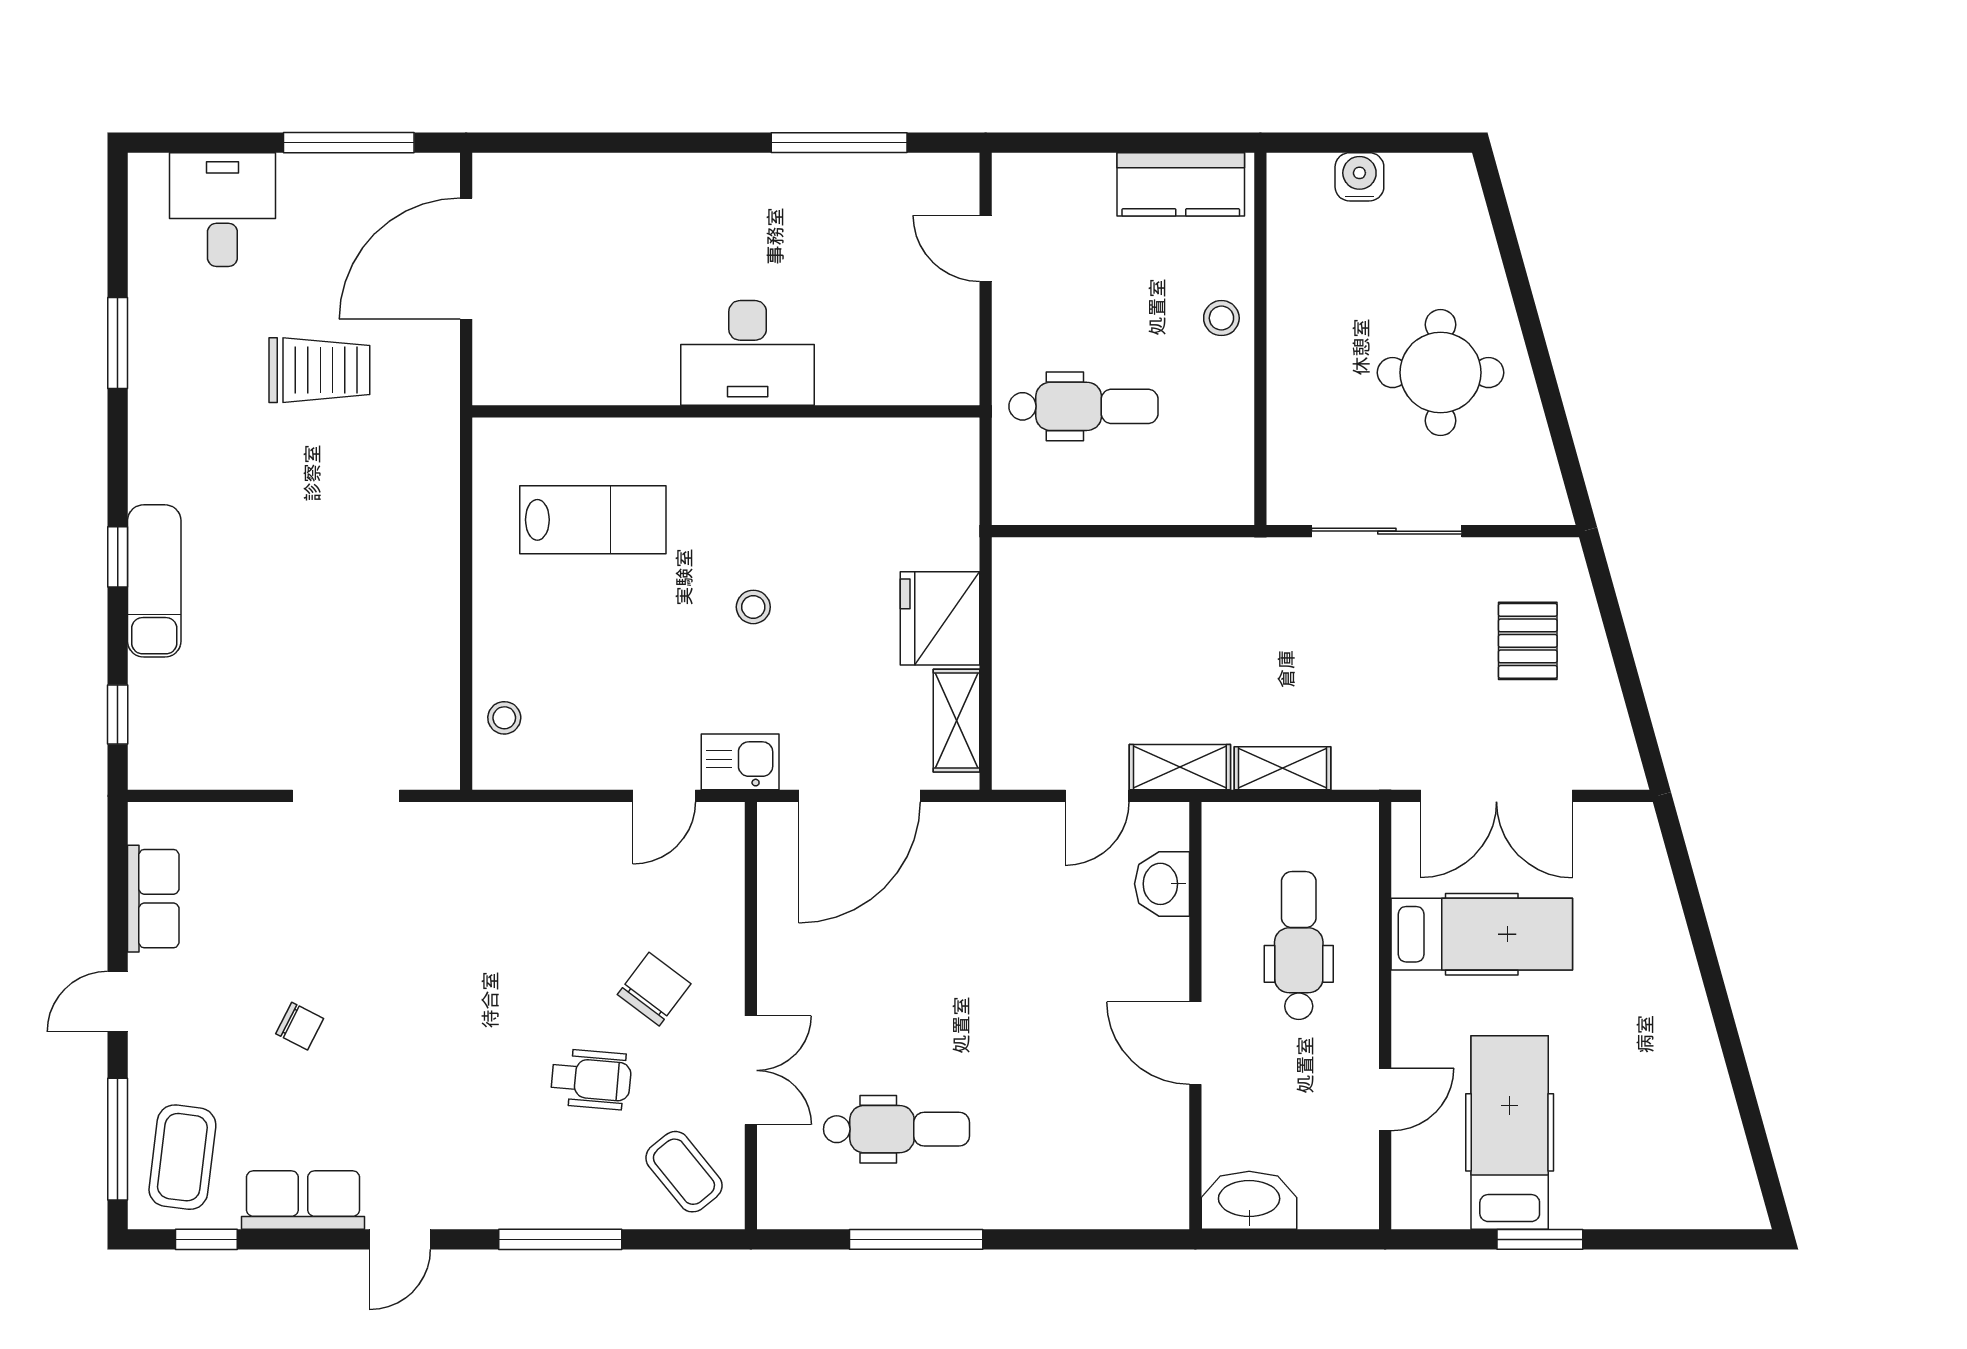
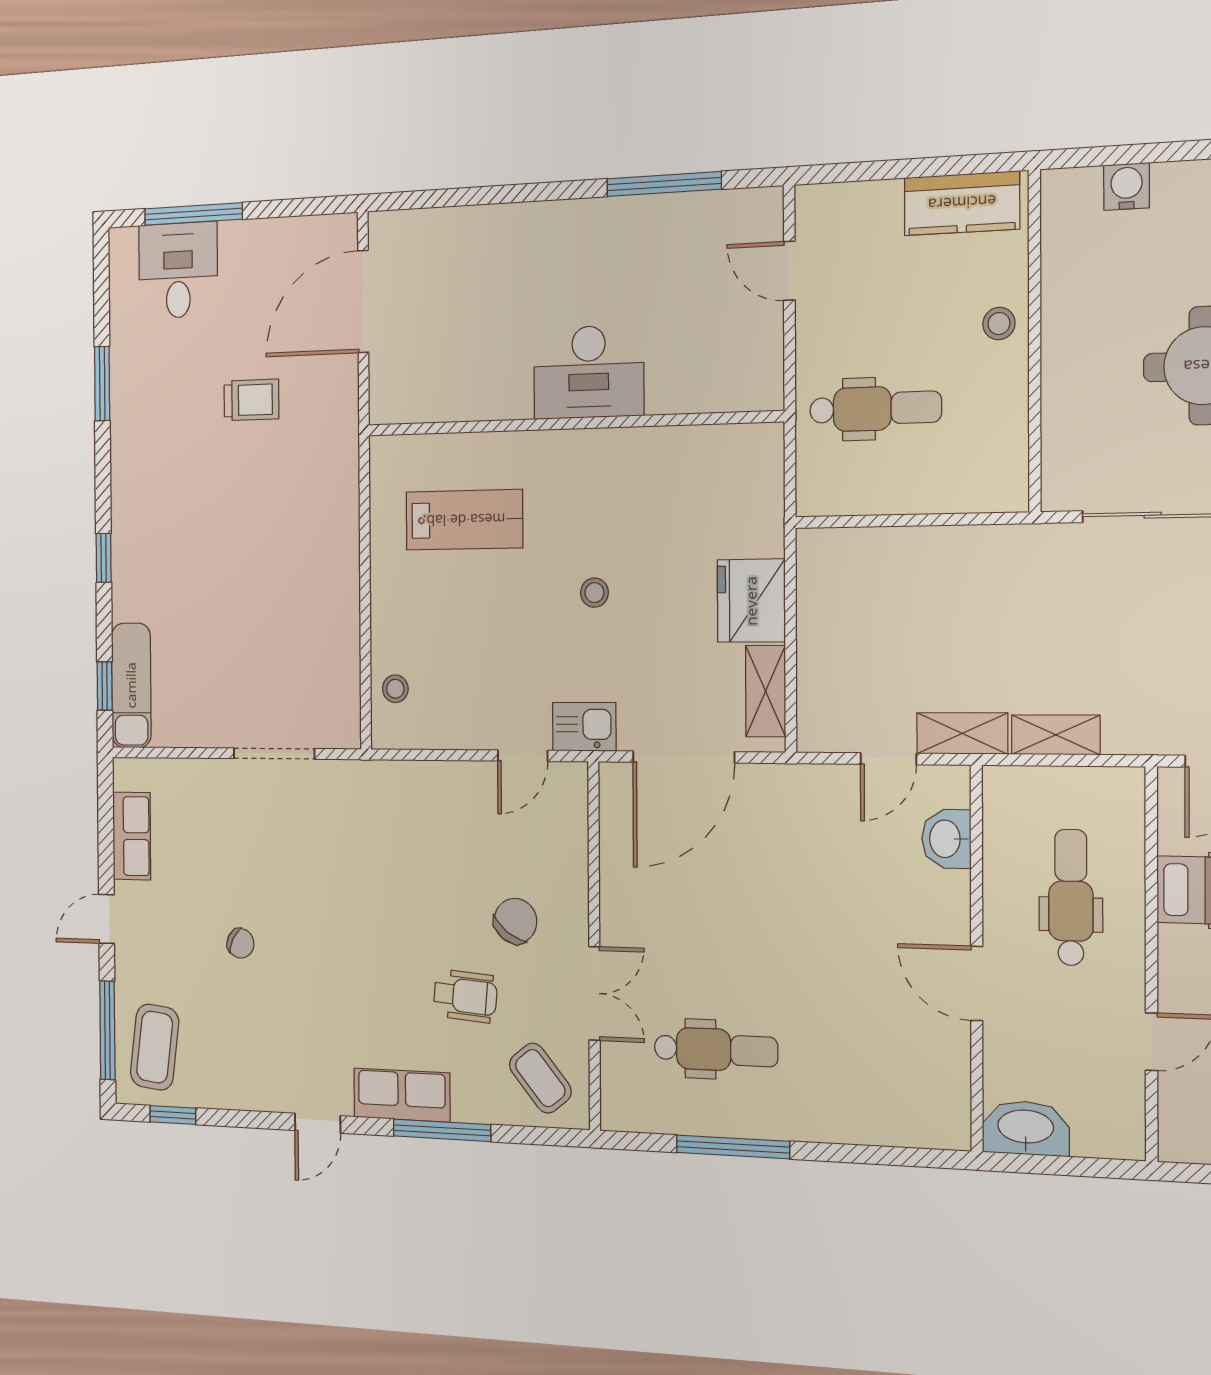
window: (349, 143) -> (193, 214), moved
trolley: (319, 370) -> (251, 400), width x0.73, depth x0.72
exam couch: (154, 581) -> (131, 685), moved
row of seats: (303, 1200) -> (402, 1095), moved

